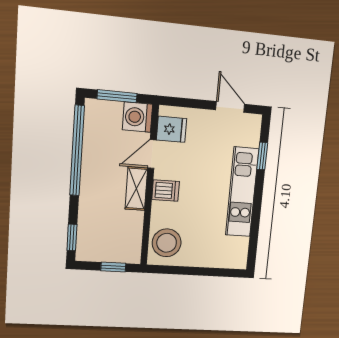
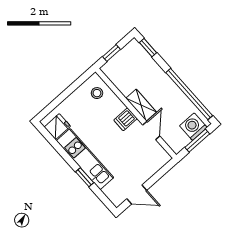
washing machine: (137, 117) -> (193, 127), moved, turned -90
fridge: (172, 129) -> (57, 127), moved, turned 180
window: (262, 156) -> (85, 177), moved
stool: (167, 243) -> (97, 93), width x0.53, depth x0.53

